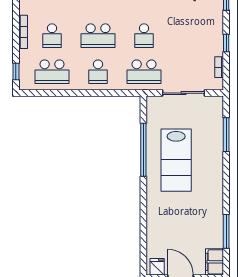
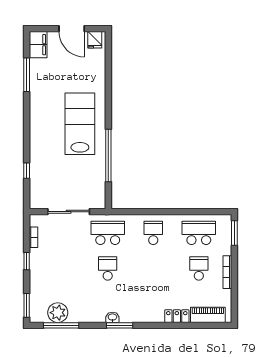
school desk: (98, 36) -> (153, 269), removed
window: (16, 71) -> (234, 233), width x1.50
window: (226, 135) -> (27, 171), width x0.46
lab bench: (176, 160) -> (80, 124), moved

